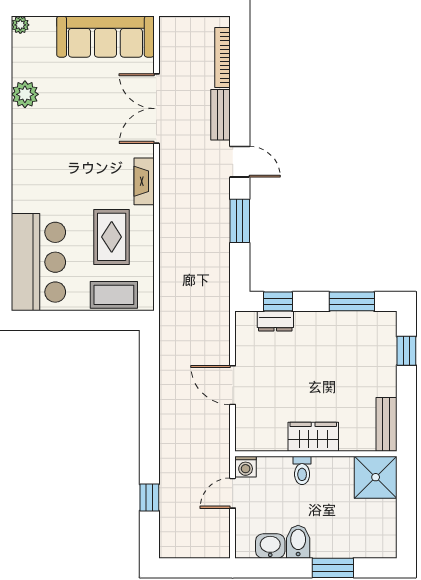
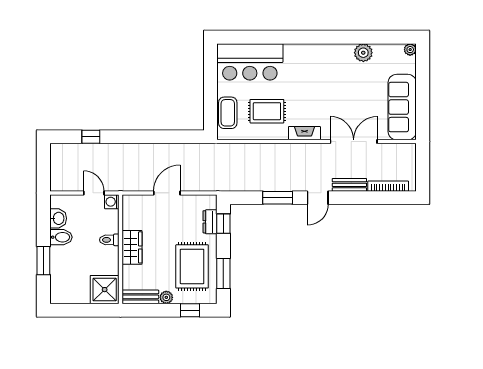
rug: (341, 348) -> (192, 266), added
plant: (387, 386) -> (166, 297), added

